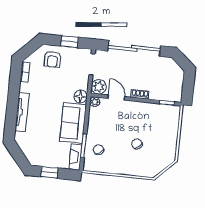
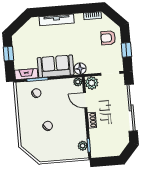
door: (116, 98) -> (85, 100), swing flipped
plant: (166, 110) -> (83, 146), added

